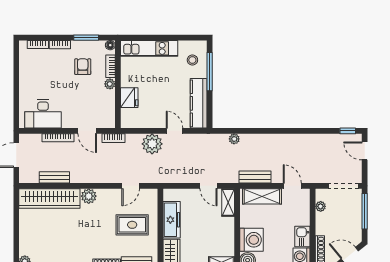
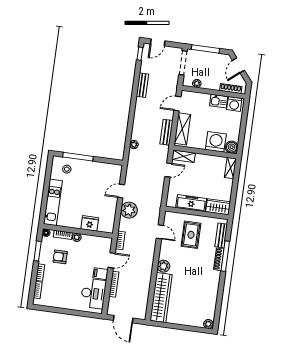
kitchen counter: (199, 103) -> (102, 169), removed
filing cabinet: (69, 119) -> (101, 274), added
bench: (54, 177) -> (142, 85), moved

